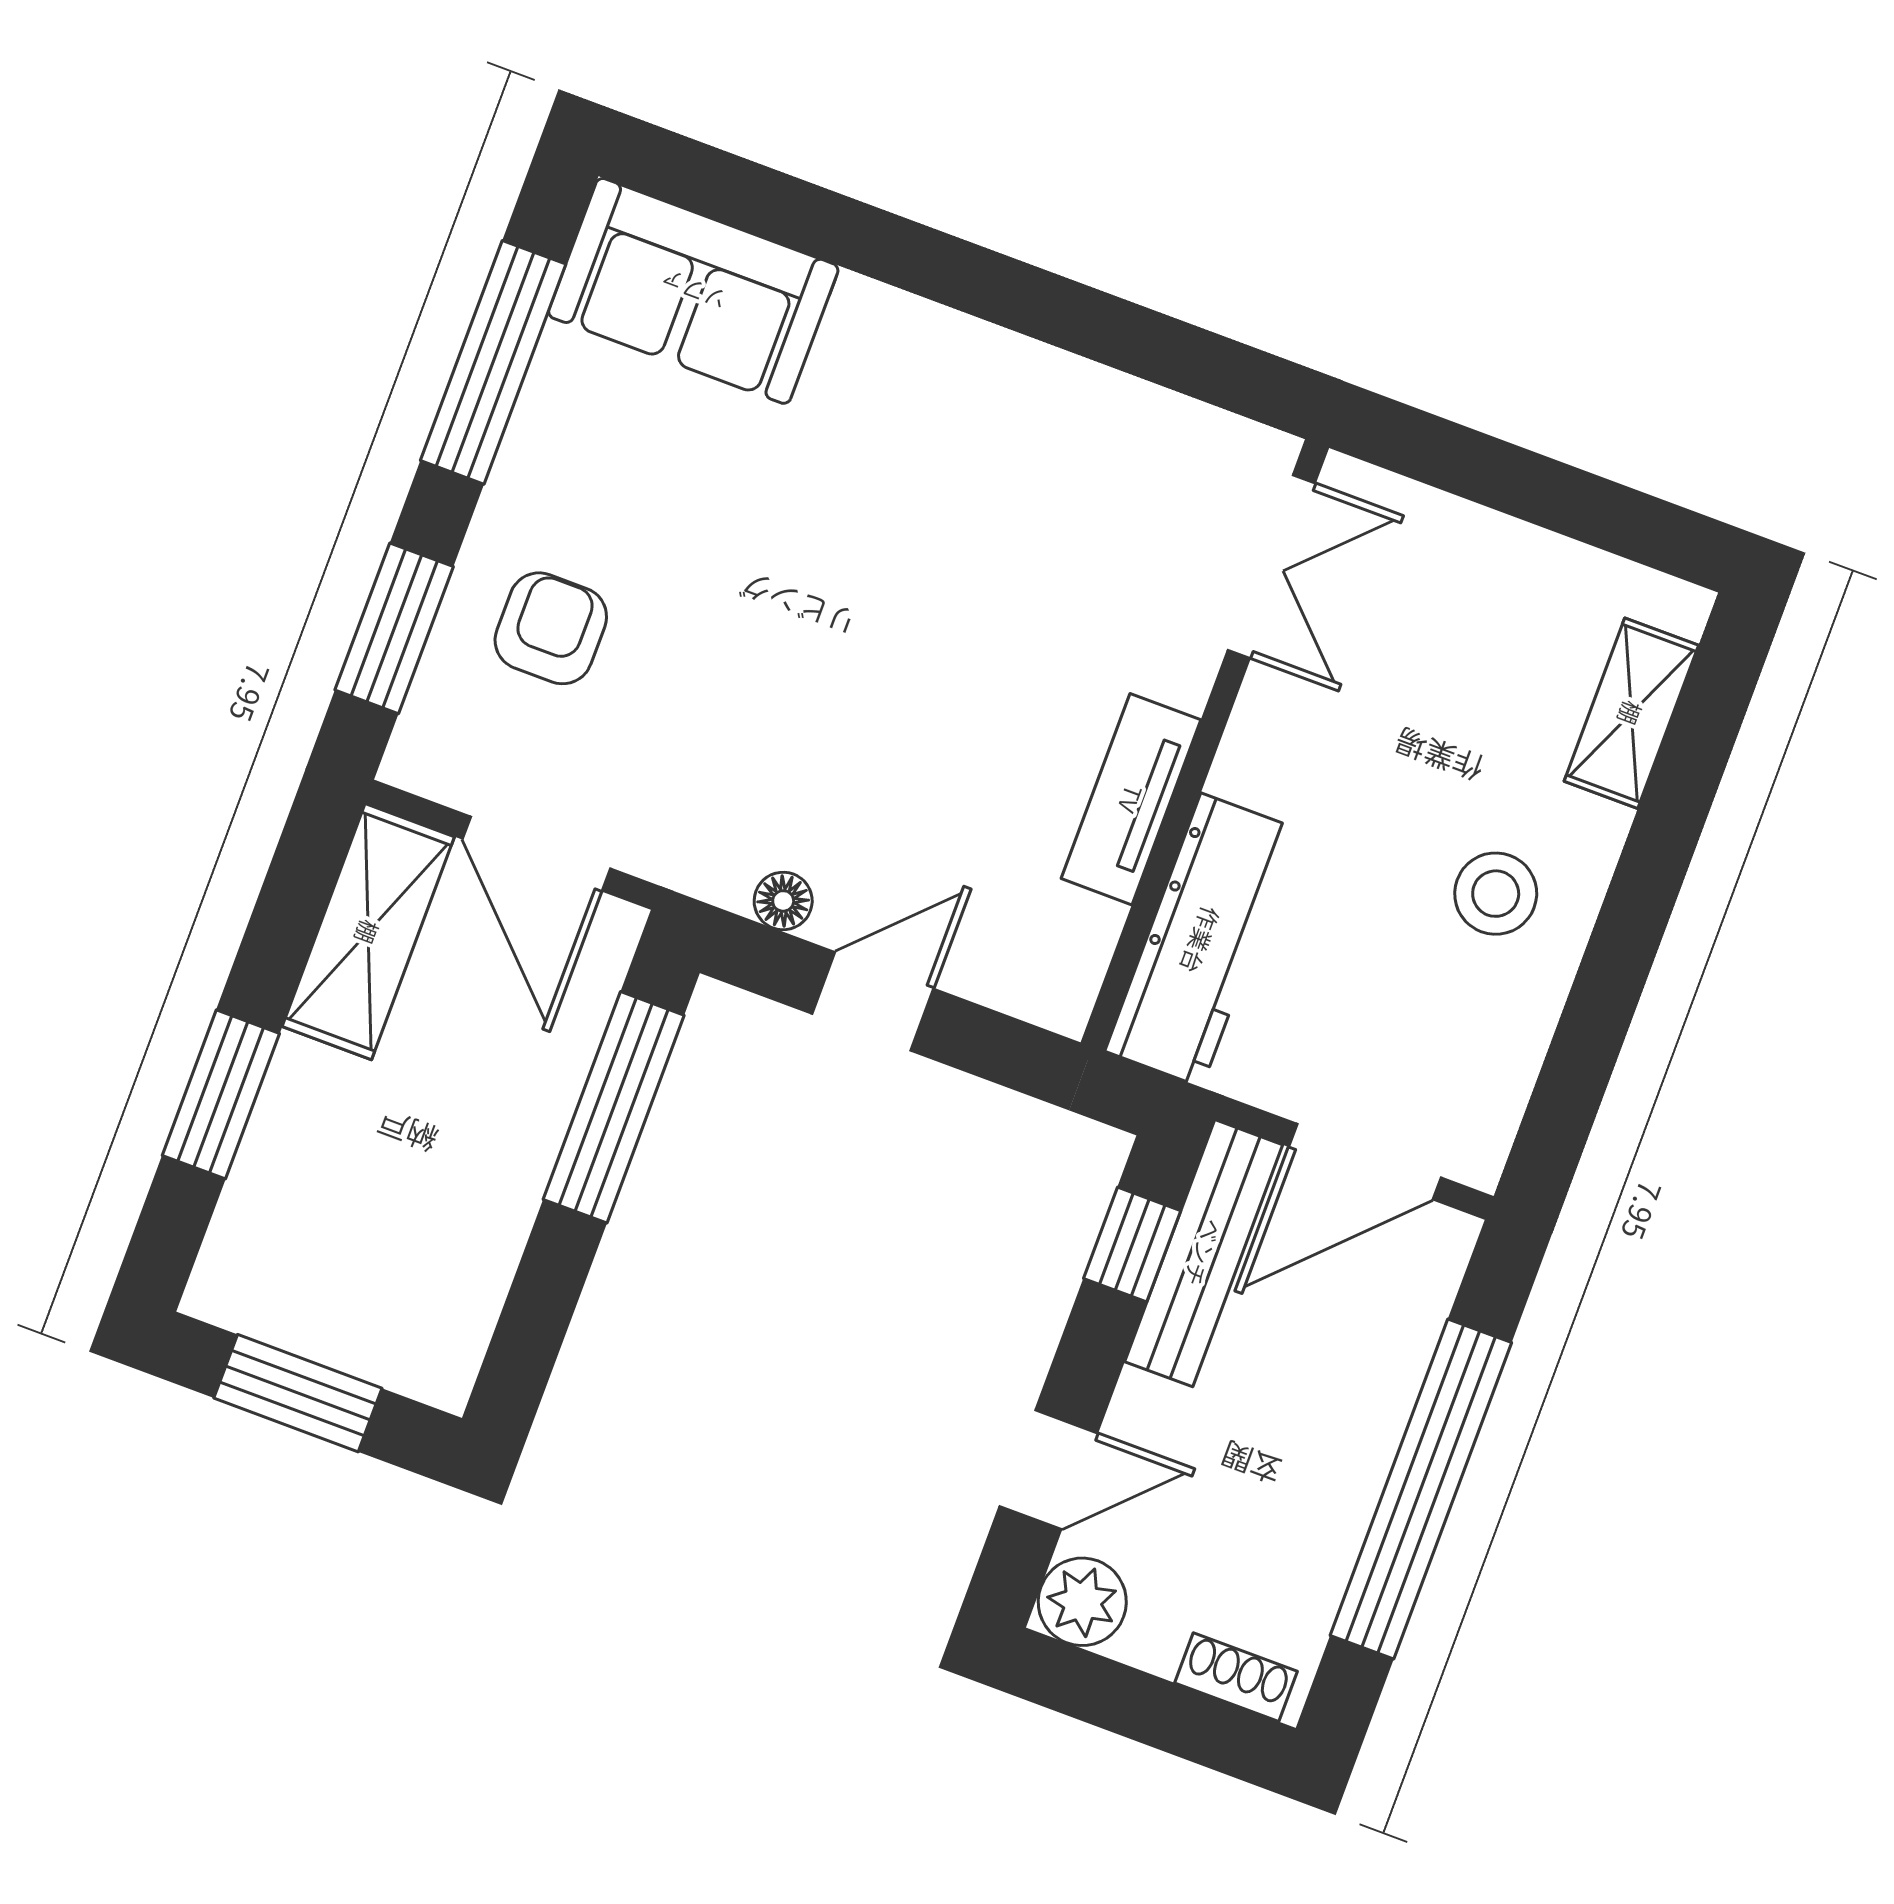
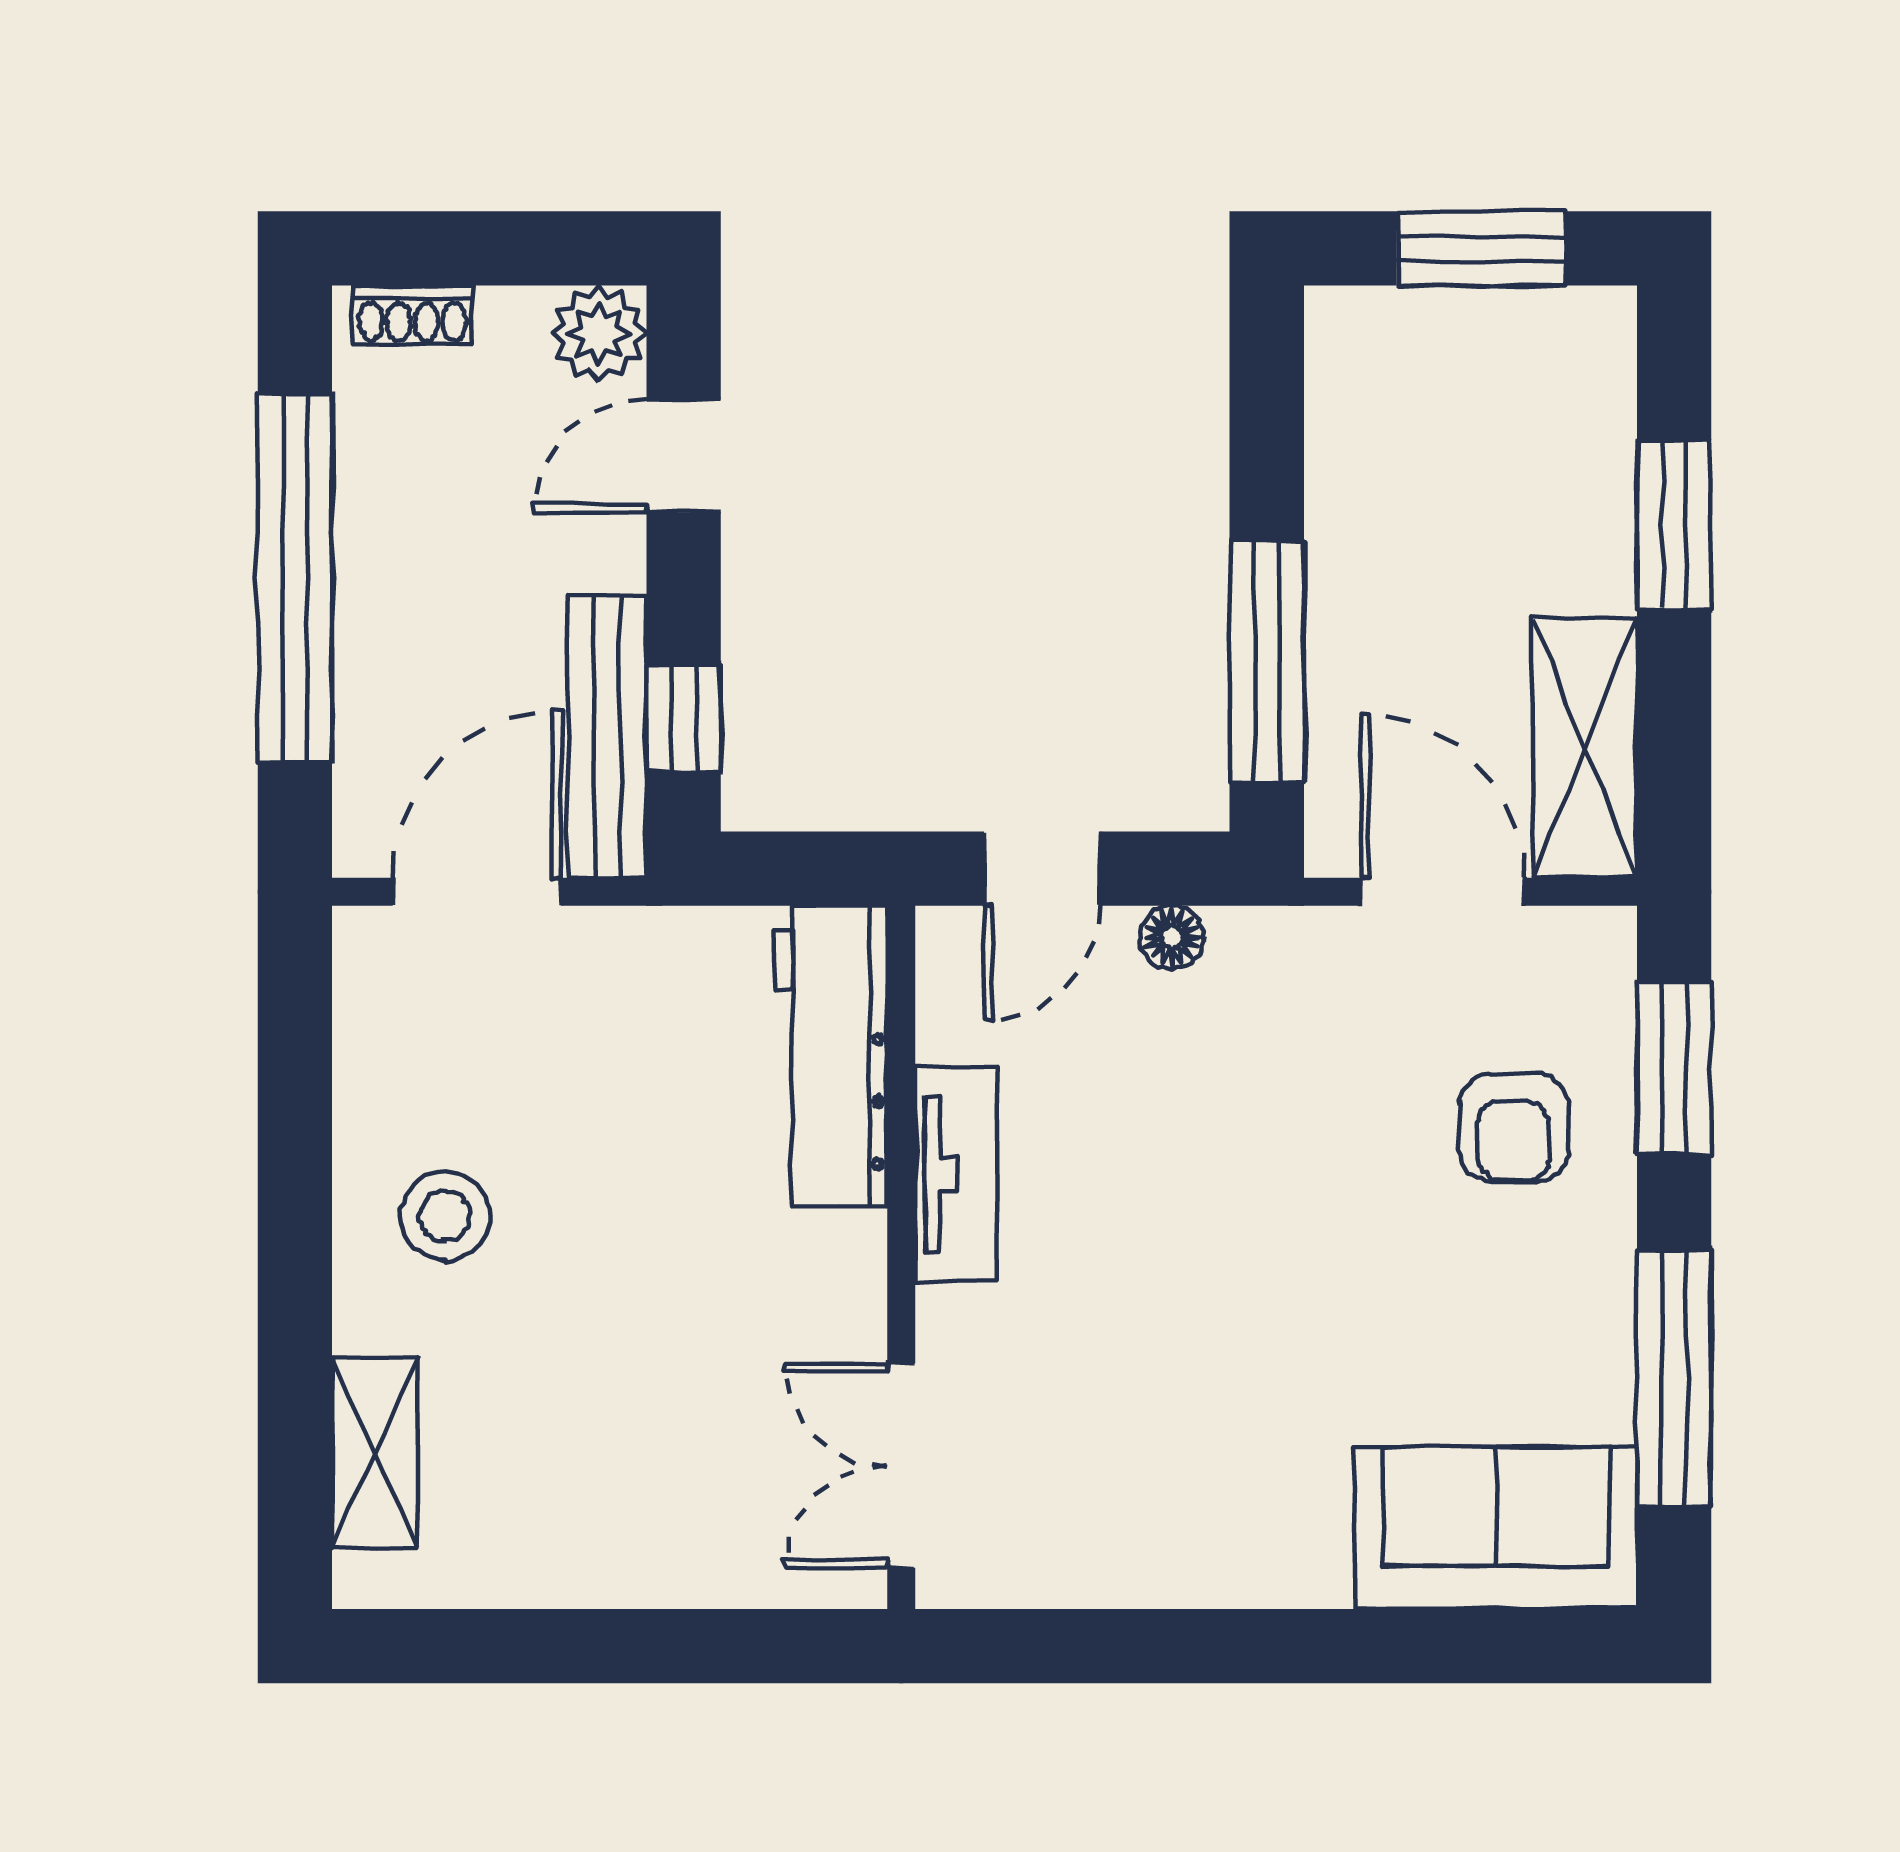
double door: (1271, 566) -> (901, 1466), moved
wall: (1205, 745) -> (901, 1257), moved
tv unit: (1131, 799) -> (956, 1174), moved
workbench: (1201, 940) -> (831, 1056), moved

